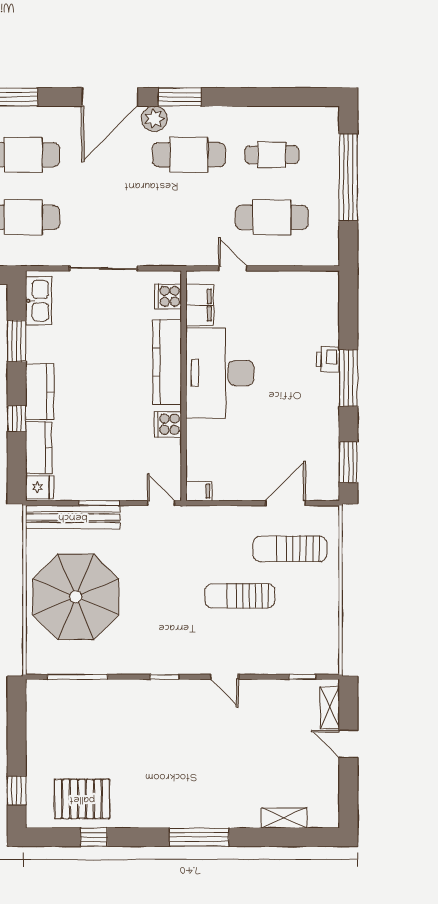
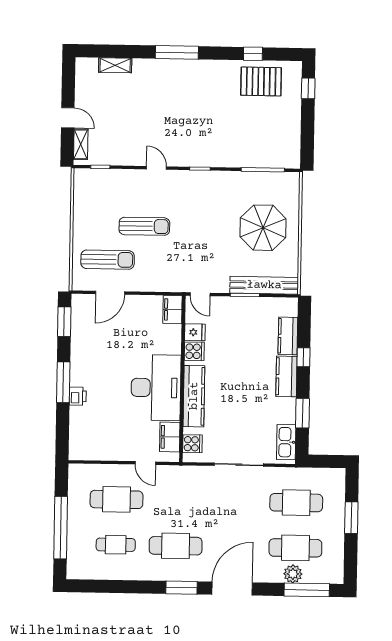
plant: (154, 119) -> (293, 574), moved
fridge: (40, 487) -> (195, 332), moved, turned 180
filing cabinet: (199, 491) -> (173, 310), width x2.00
parasol: (76, 597) -> (263, 228), width x0.73, depth x0.73

